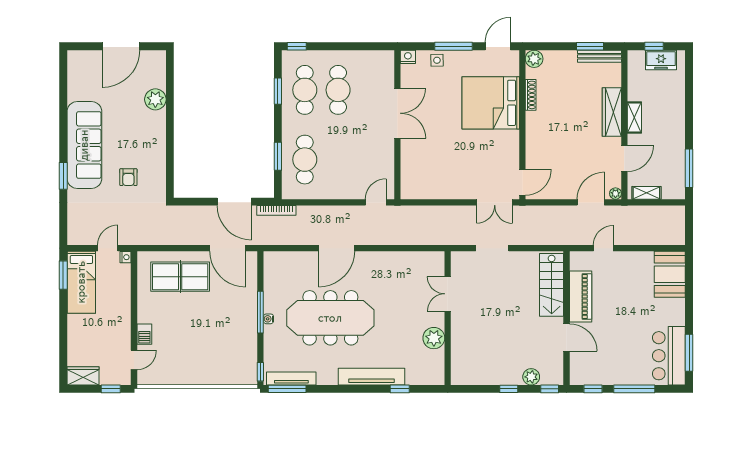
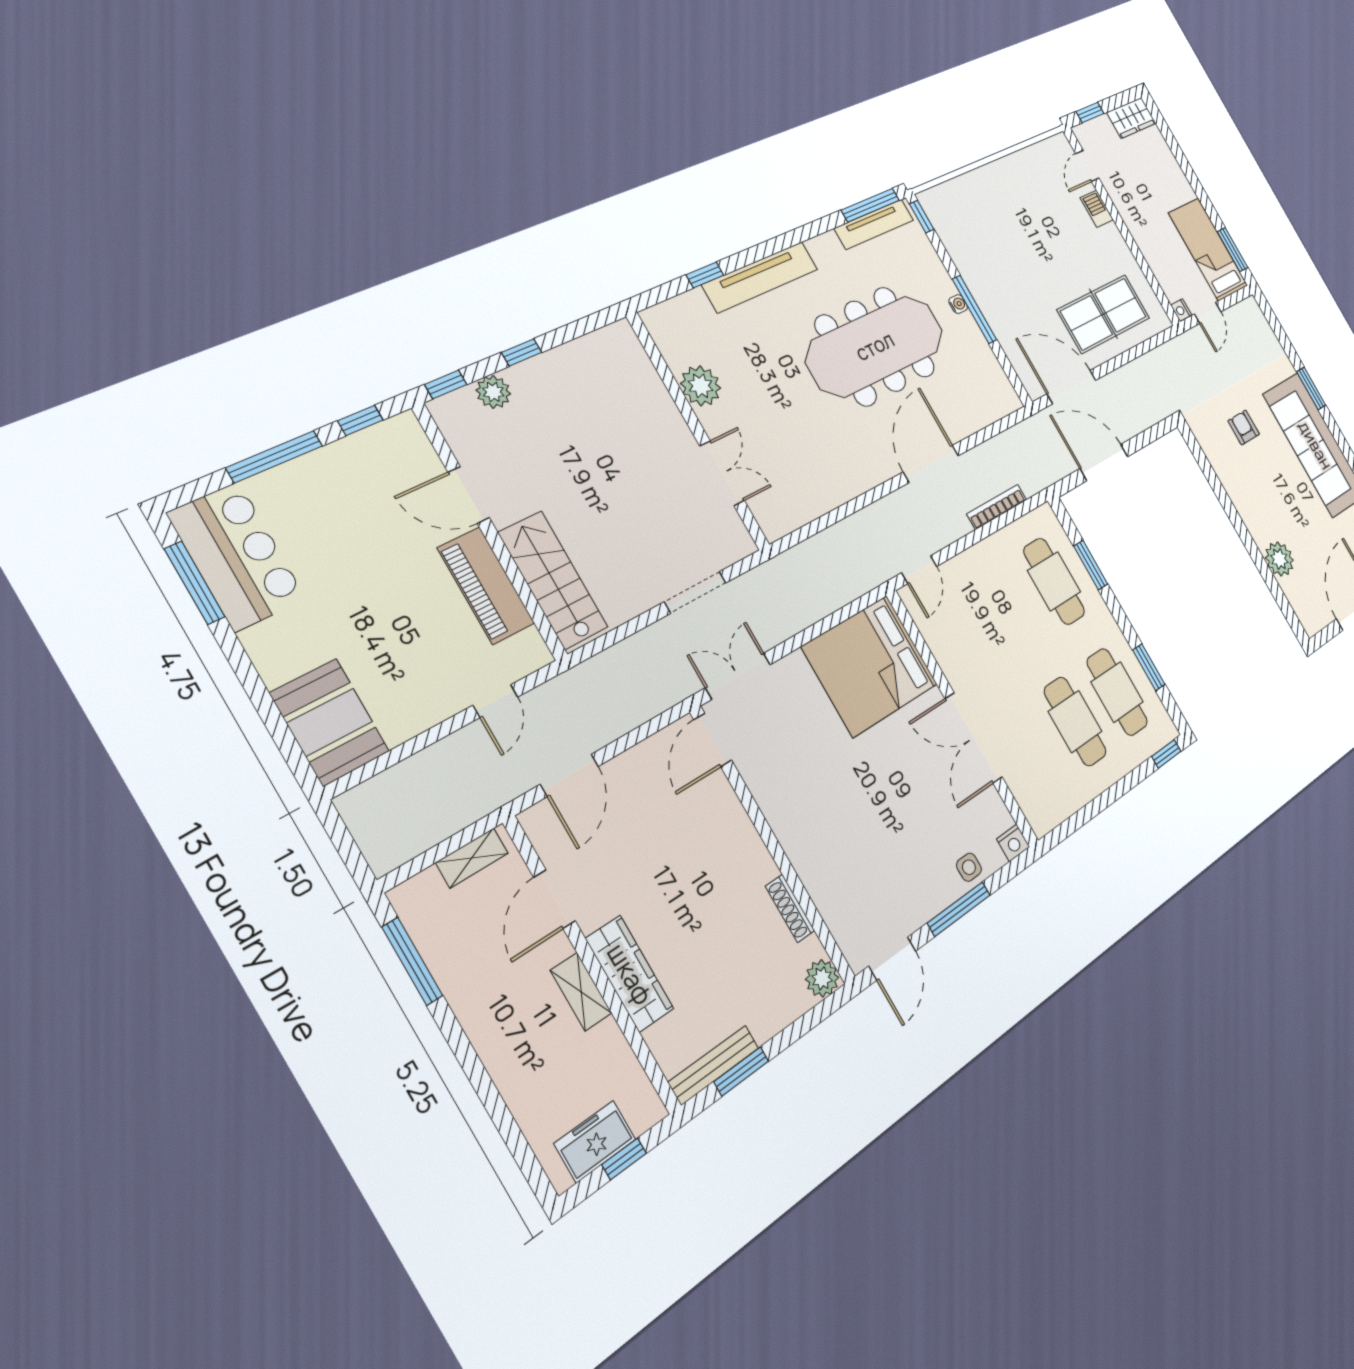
bed: (491, 103) -> (870, 666), moved, turned 180
plant: (615, 194) -> (532, 820), removed
bookcase: (276, 210) -> (997, 507), moved

